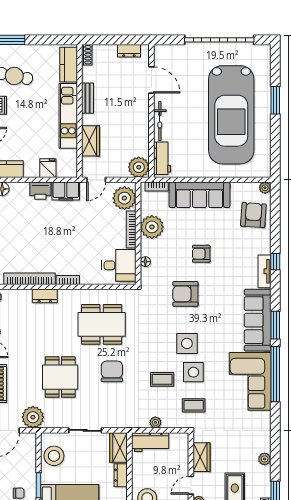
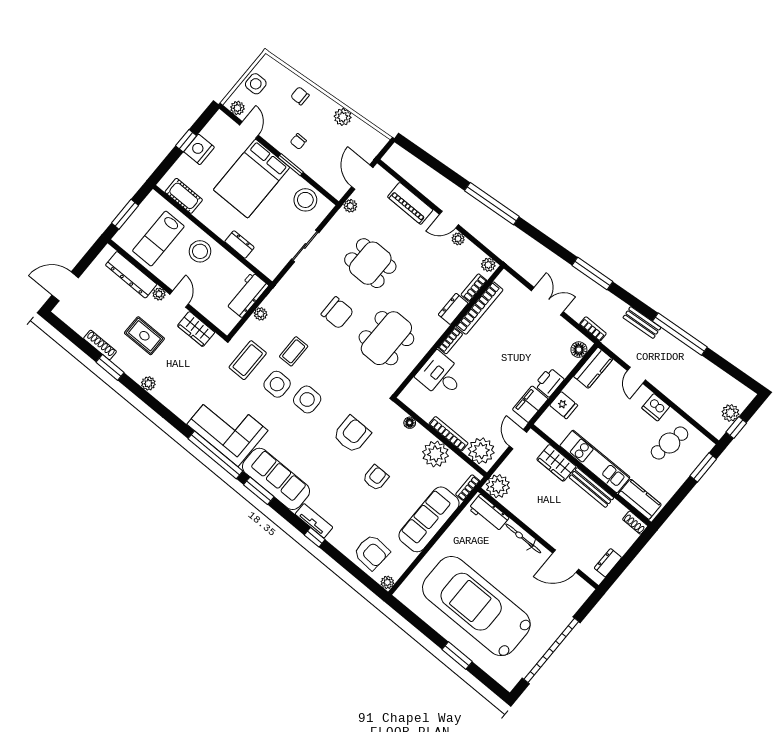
bench: (88, 98) -> (591, 487), width x1.36
desk: (119, 265) -> (441, 375), moved, turned 90
bookcase: (19, 294) -> (474, 288), added
coffee table: (194, 405) -> (248, 360), width x1.36, depth x1.30
plant: (33, 417) -> (350, 206), width x0.53, depth x0.53
wardrobe: (118, 448) -> (265, 263), removed

